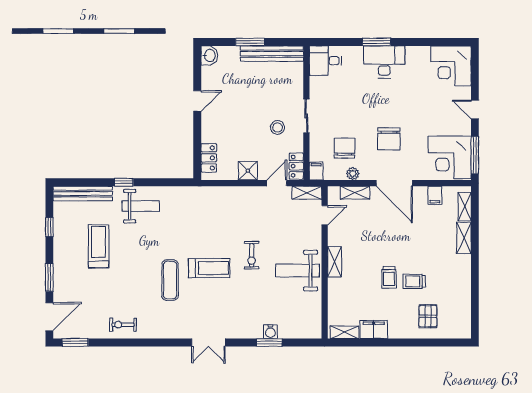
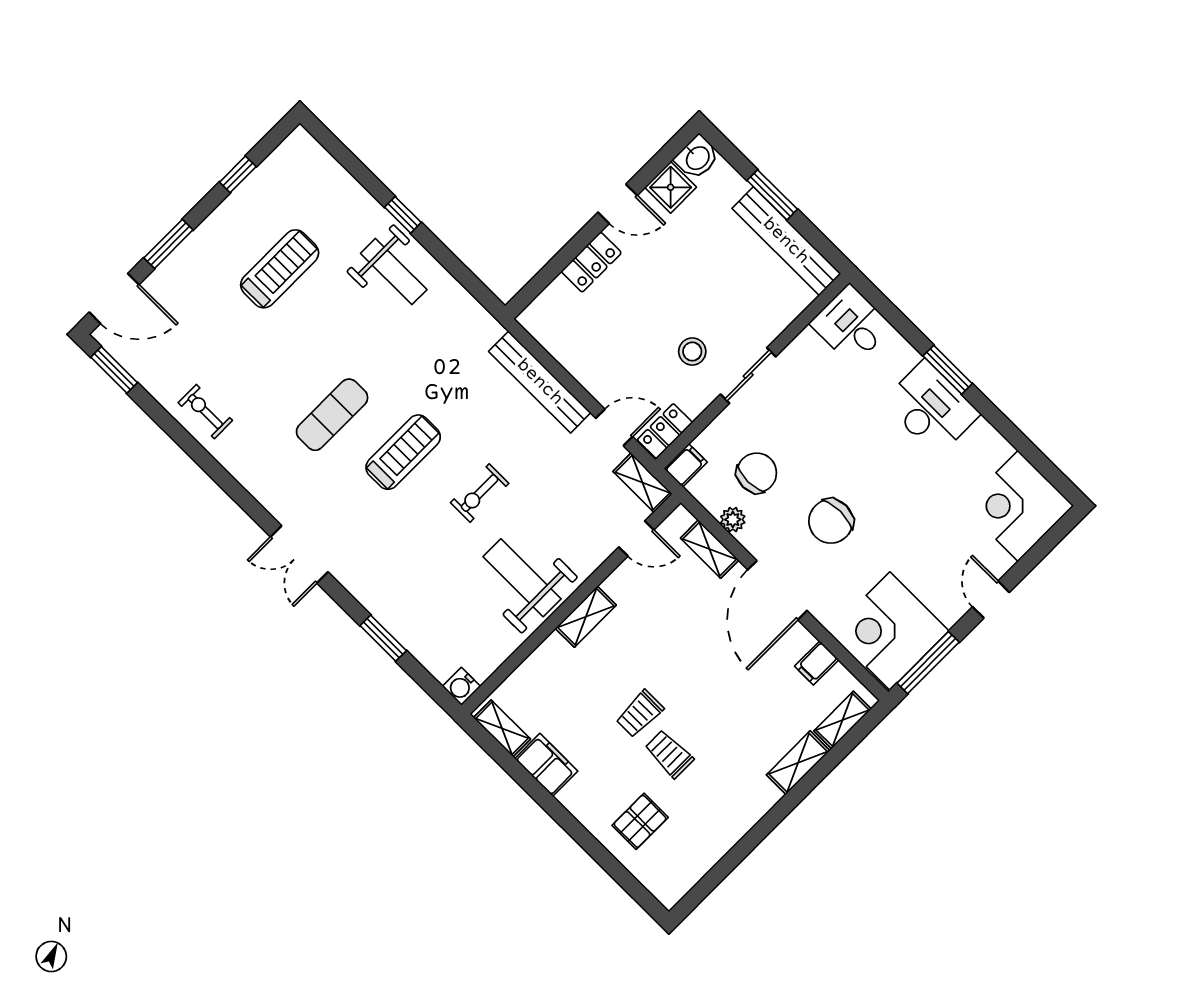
locker: (209, 158) -> (591, 262), moved
shower: (248, 171) -> (671, 187), moved
bench: (83, 193) -> (540, 382), moved
treadmill: (209, 268) -> (403, 452), turned -90
water cooler: (270, 332) -> (461, 686), moved

